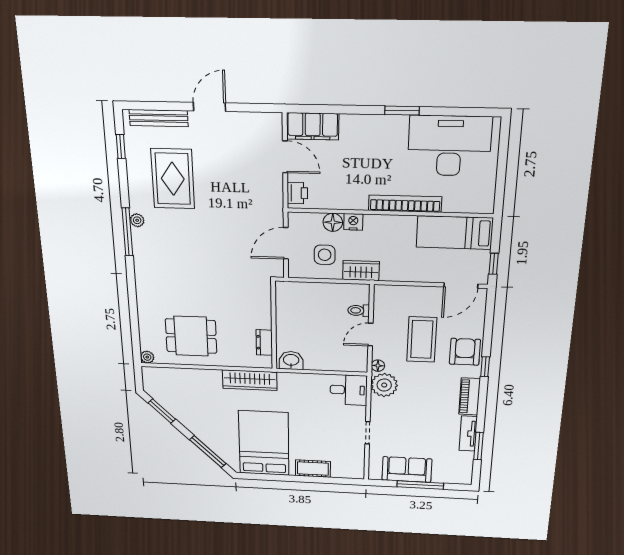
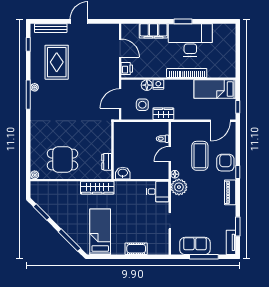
filing cabinet: (313, 126) -> (154, 31), moved
desk: (449, 146) -> (190, 40), moved
tv unit: (468, 434) -> (231, 242), moved
bed: (264, 443) -> (100, 232), width x0.67

